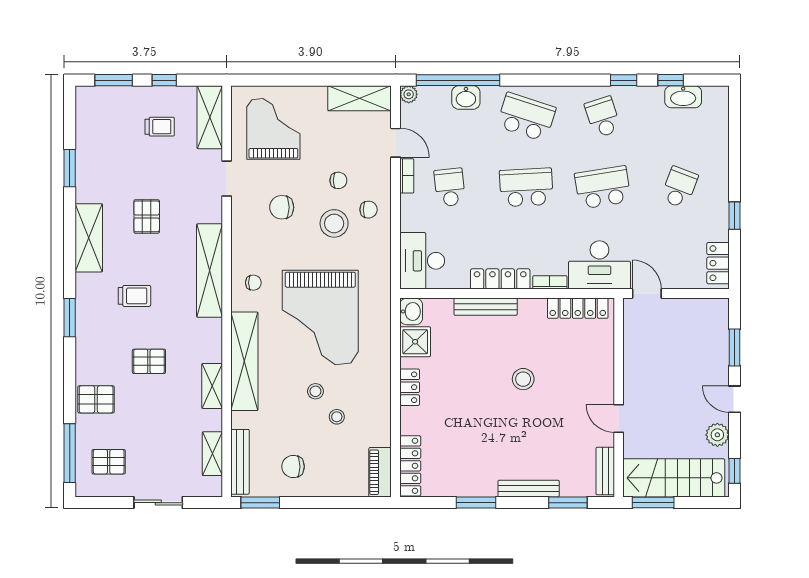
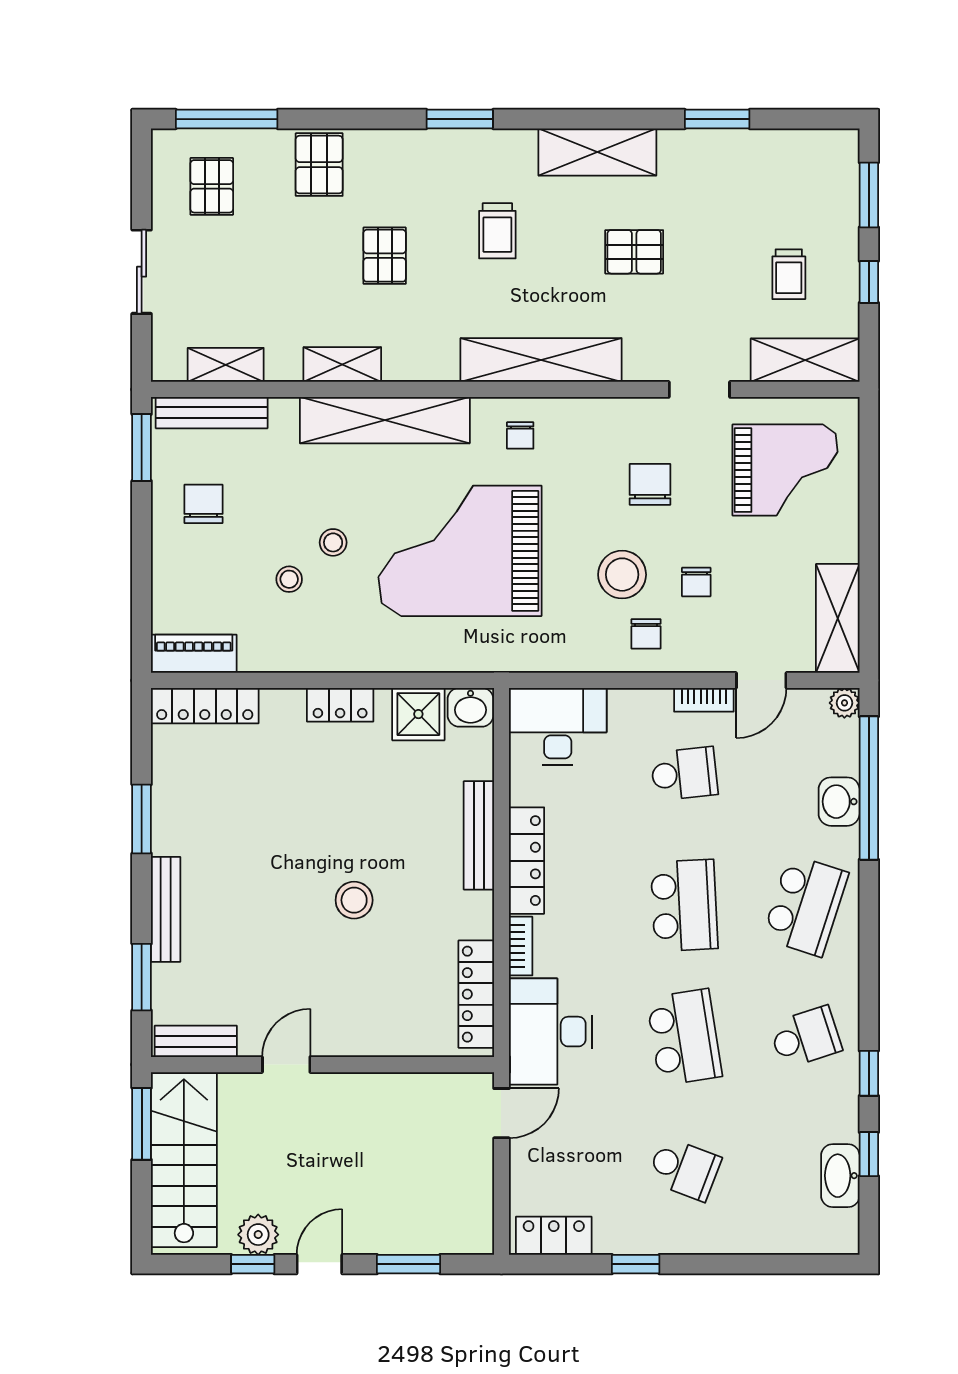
window: (735, 471) -> (253, 1264), moved

